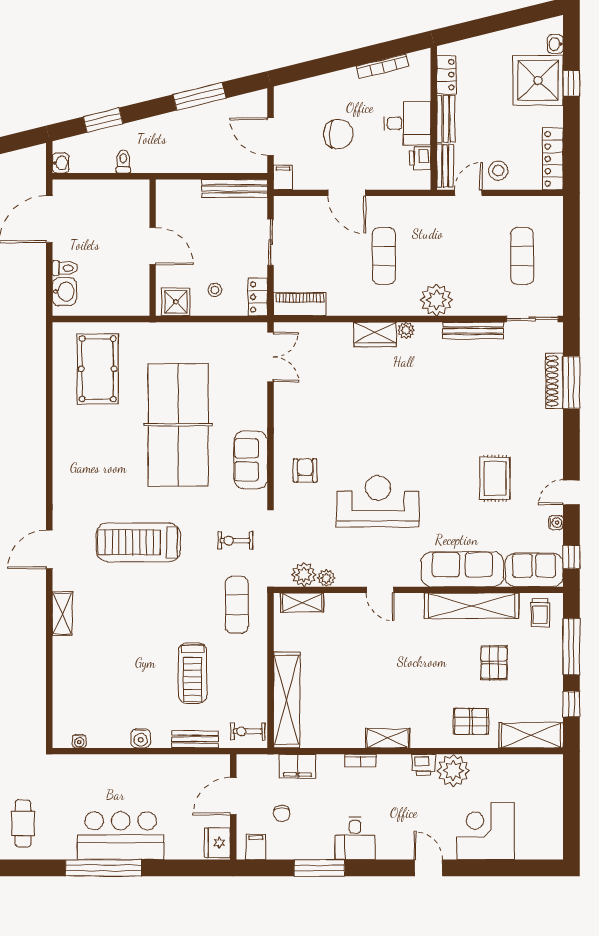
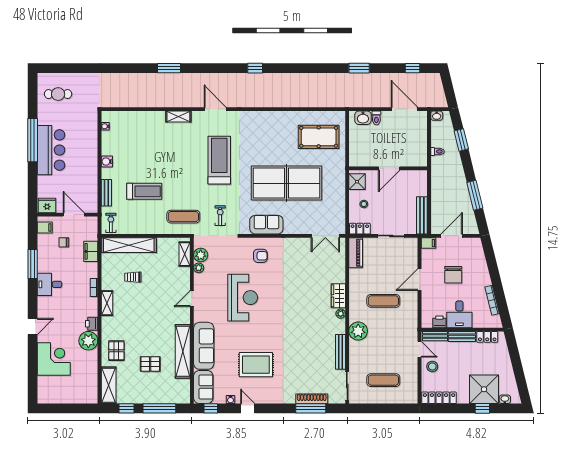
rug: (495, 478) -> (256, 365), width x1.36, depth x1.43
trolley: (540, 613) -> (133, 277), moved
treadmill: (193, 673) -> (144, 191), turned 180

